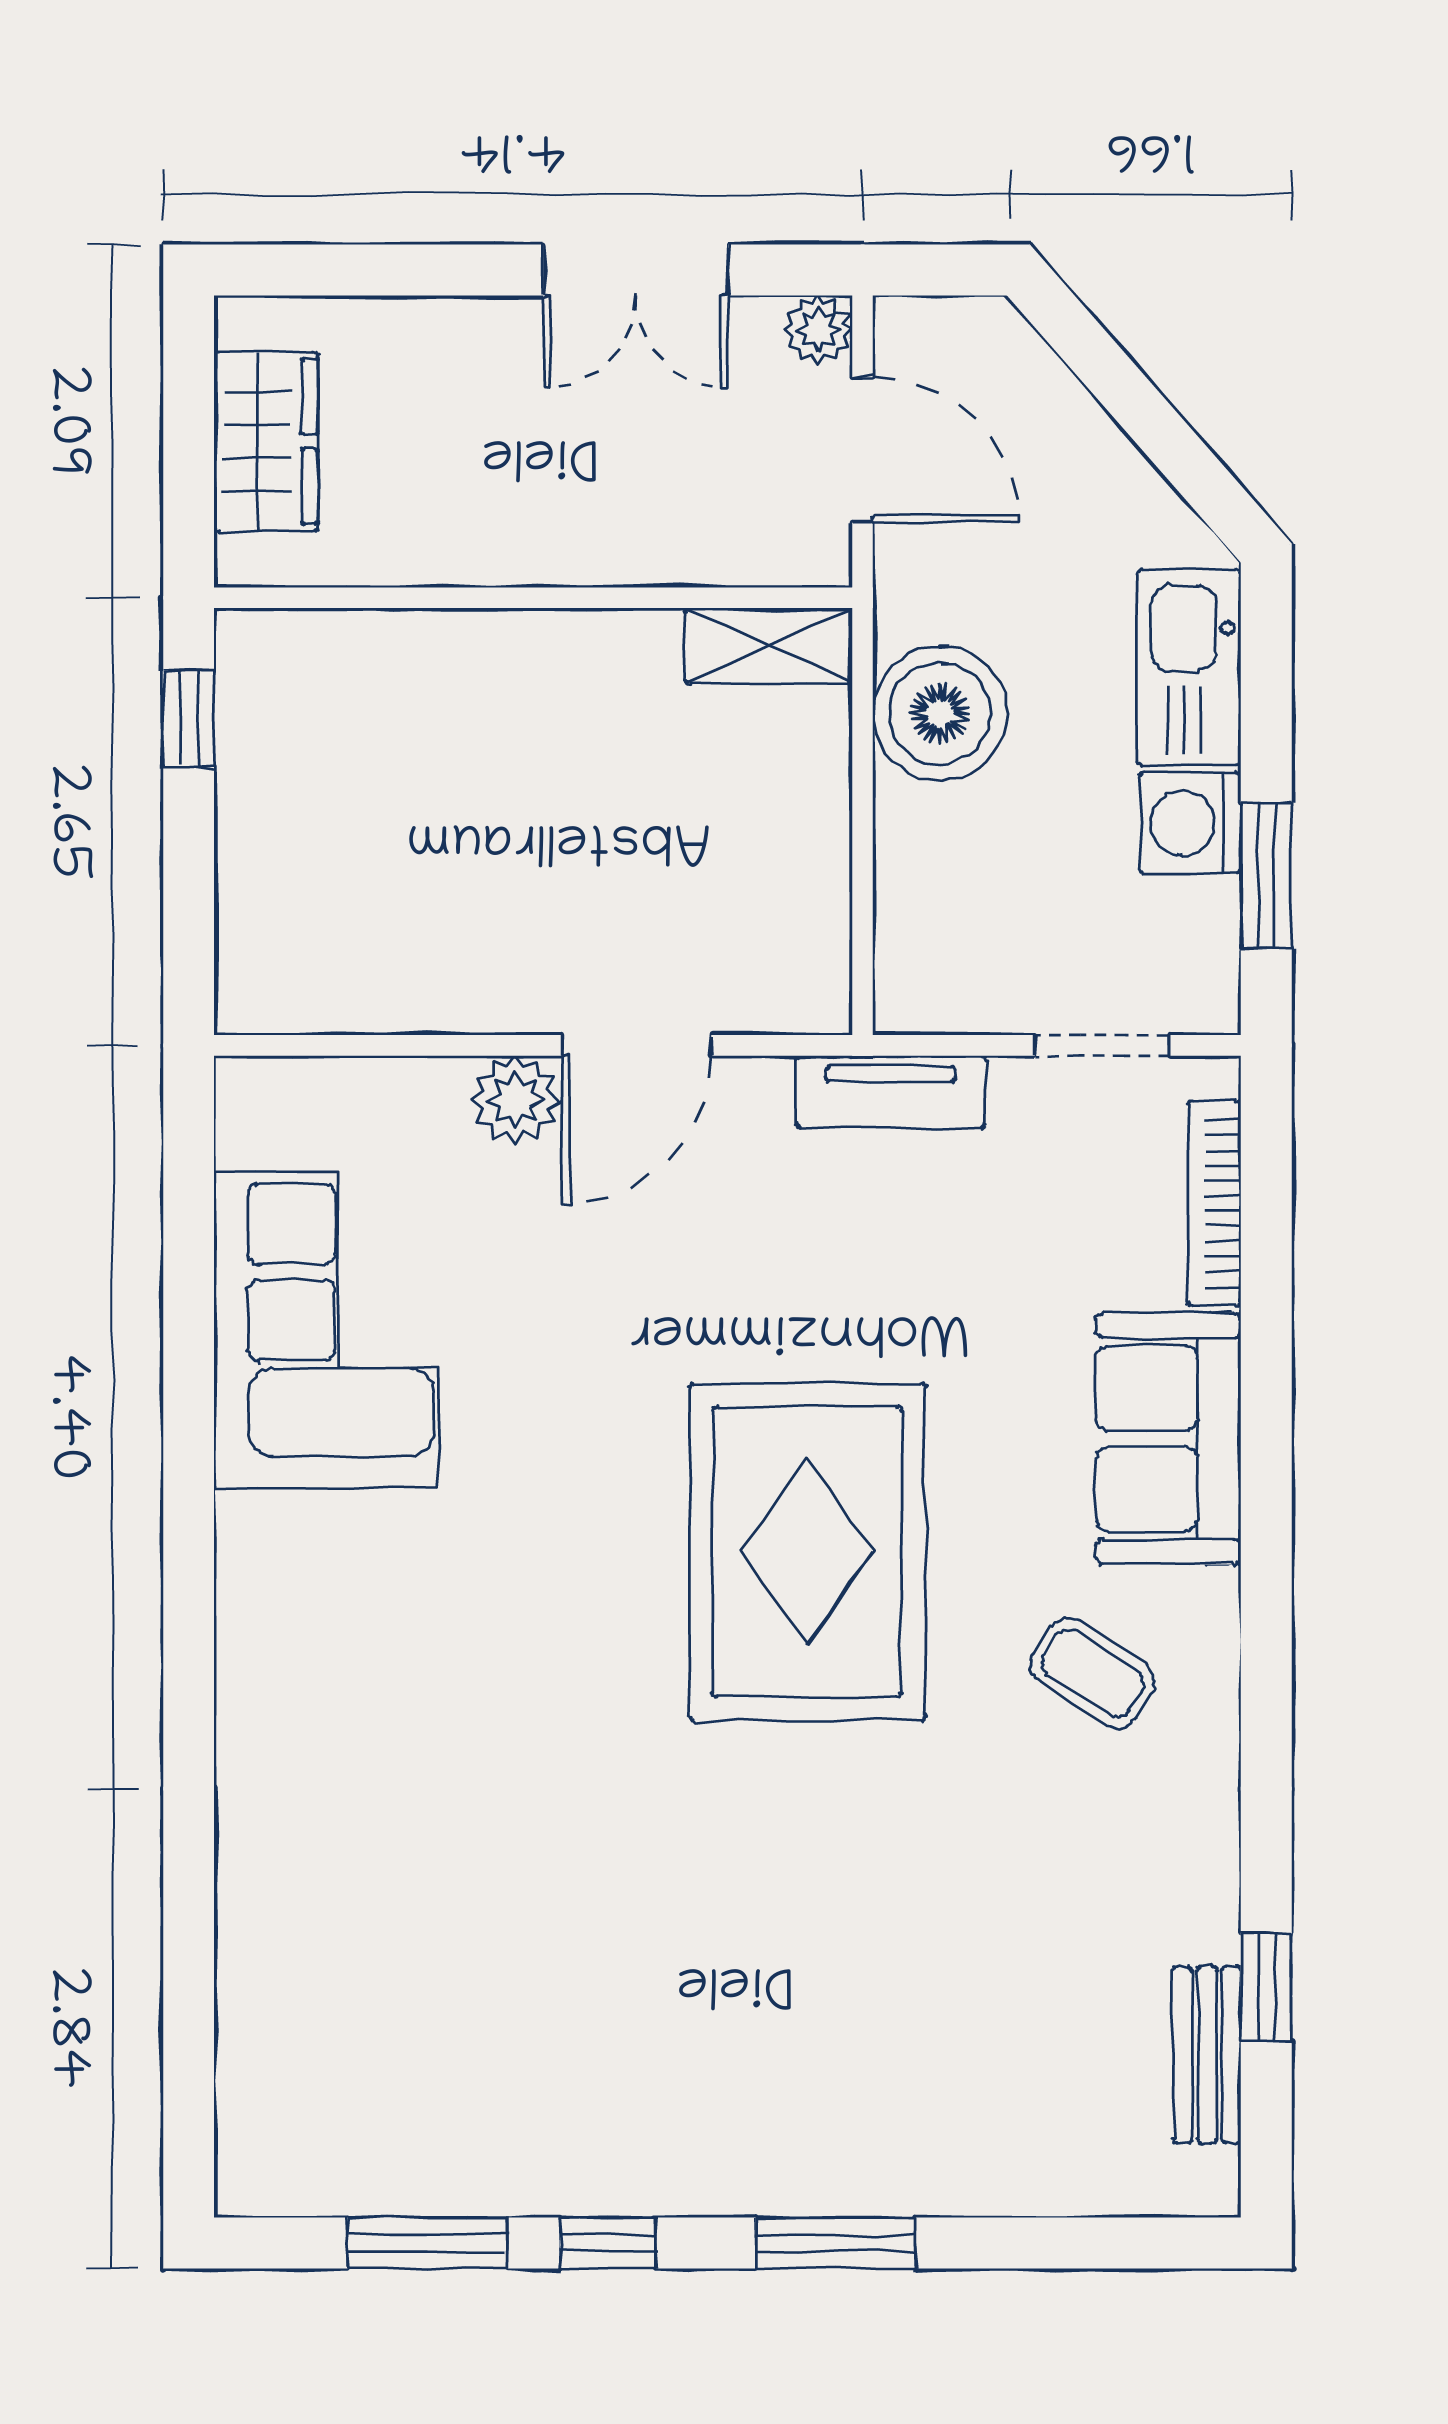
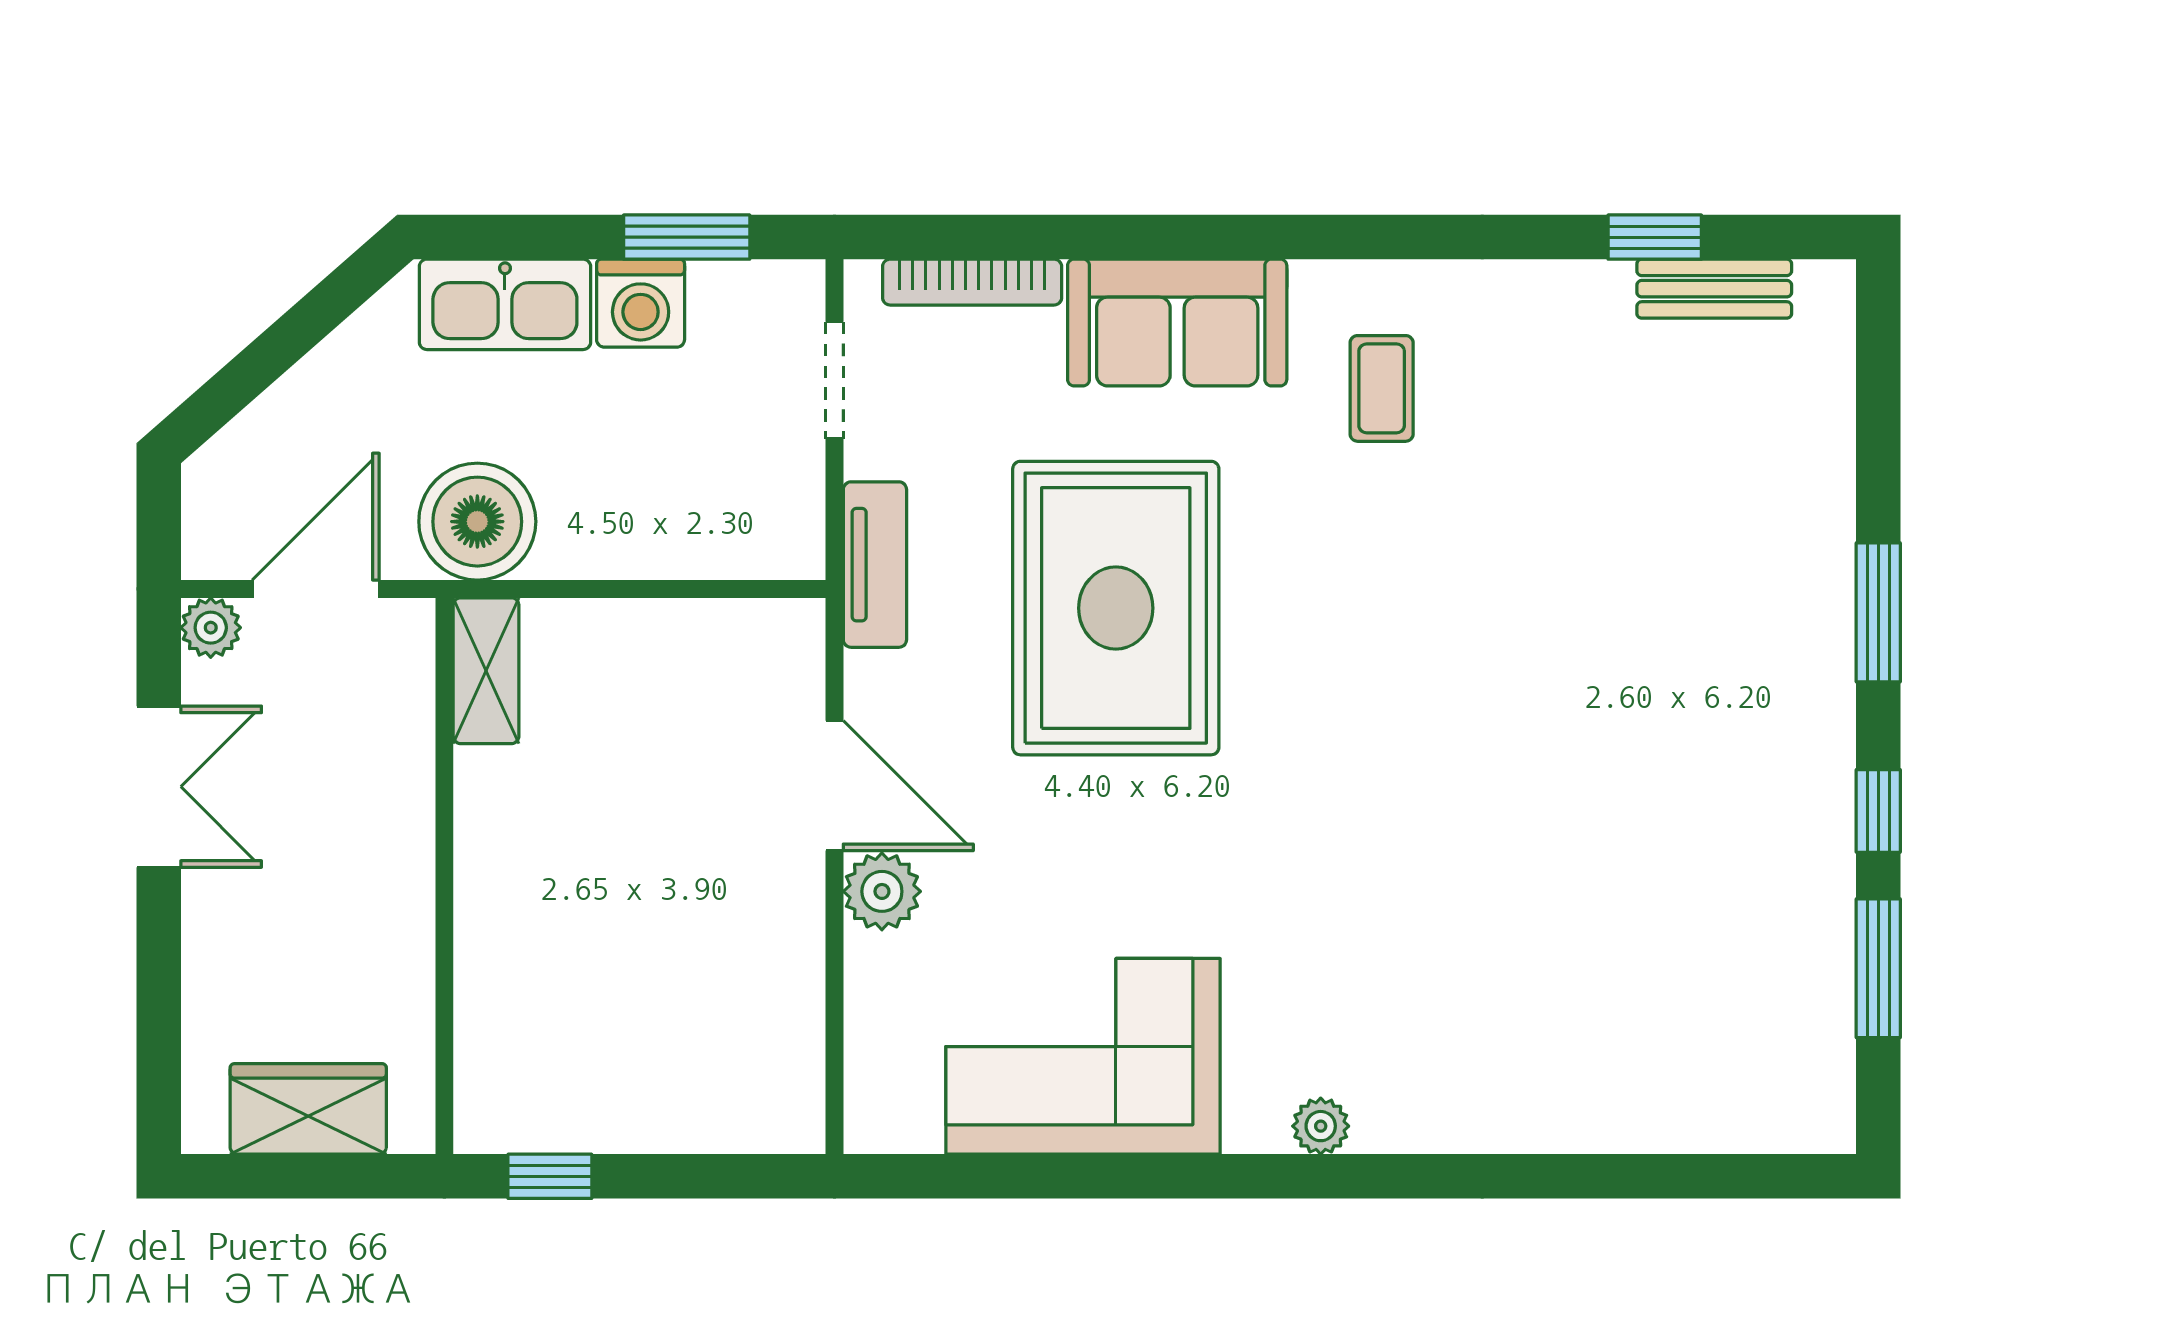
boiler: (940, 713) -> (477, 522), moved
rug: (808, 1552) -> (1116, 608), moved, turned 90
plant: (246, 1603) -> (1321, 1126), added
coffee table: (1093, 1673) -> (1382, 388), turned -33

